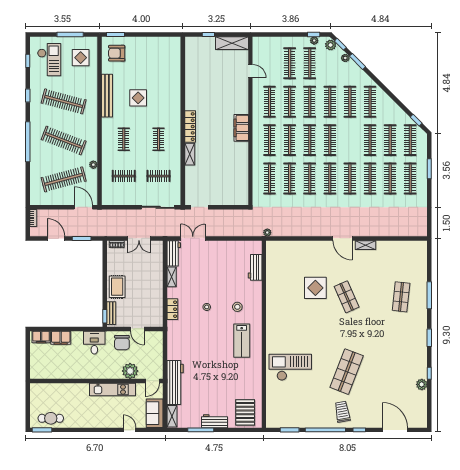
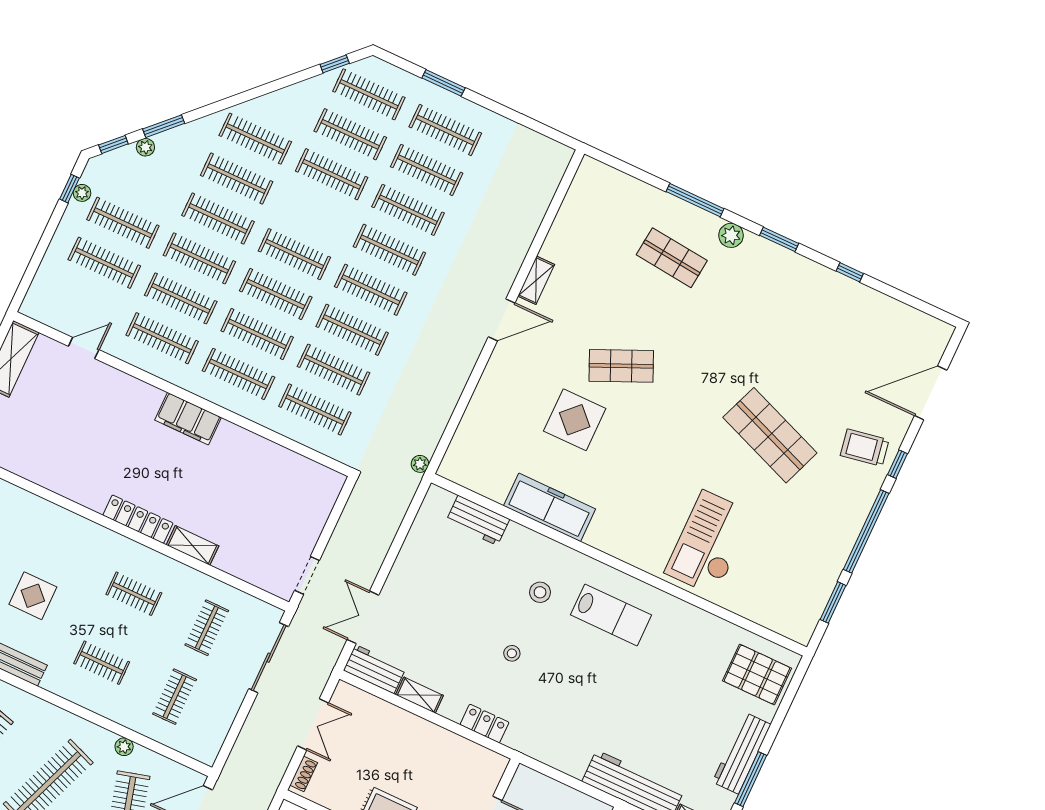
plant: (331, 45) -> (106, 164), removed
freezer: (274, 294) -> (550, 507), added
plant: (422, 384) -> (731, 235), moved
trolley: (342, 412) -> (865, 448), moved
workbench: (215, 421) -> (742, 753), width x1.38

